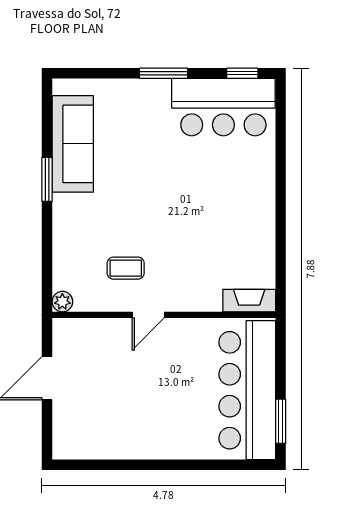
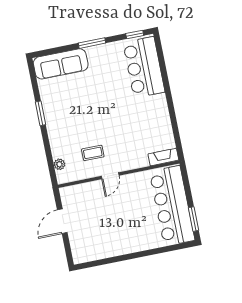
bar counter: (223, 107) -> (144, 67), moved, turned 90
sofa: (73, 144) -> (61, 64), moved, turned 90
plant: (62, 302) -> (59, 164), moved

